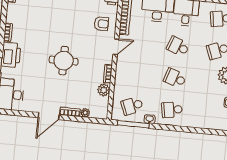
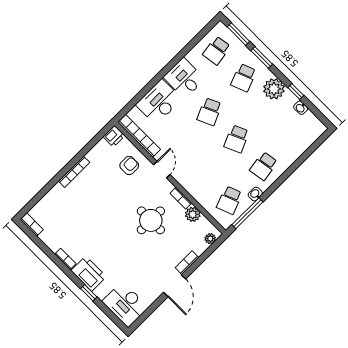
school desk: (178, 46) -> (209, 112), turned -45
round table: (64, 61) -> (151, 220), moved
school desk: (175, 78) -> (237, 139), turned -42
plant: (85, 113) -> (210, 239), moved

